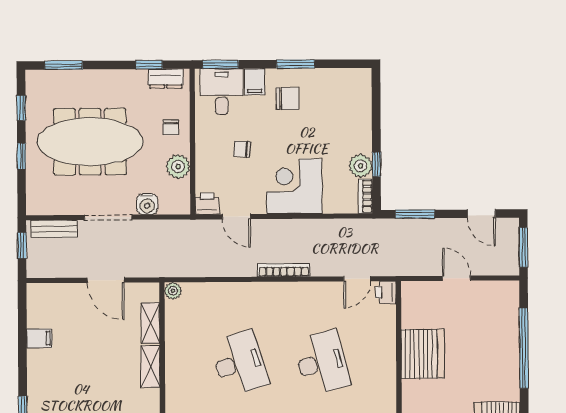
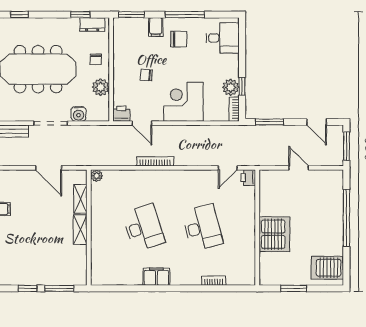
window: (296, 64) -> (185, 15), width x1.44
window: (64, 65) -> (19, 15), width x0.67
desk: (222, 92) -> (223, 38), moved, turned 90
bookcase: (284, 270) -> (155, 161), moved
server rack: (423, 354) -> (274, 234), moved

